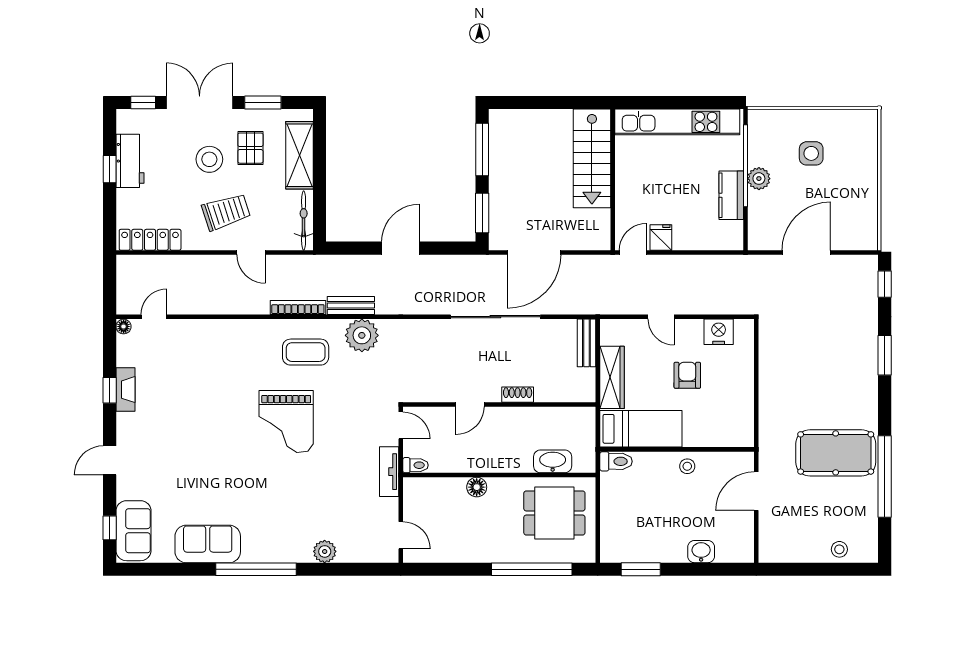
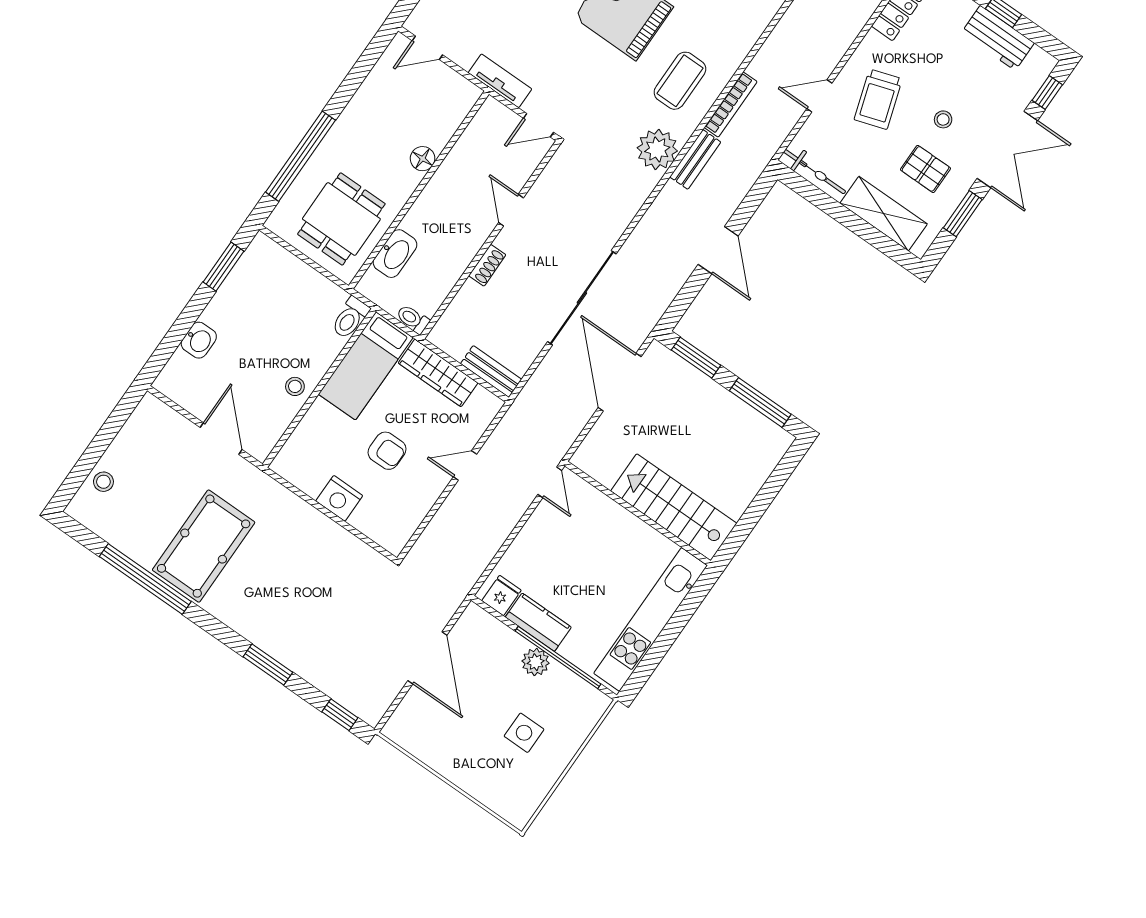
stool: (209, 159) -> (943, 119), width x0.53, depth x0.53
fridge: (661, 237) -> (501, 596), moved, turned -90
nightstand: (719, 332) -> (339, 498), moved, turned 90
toilet: (416, 465) -> (413, 319), moved, turned 90

